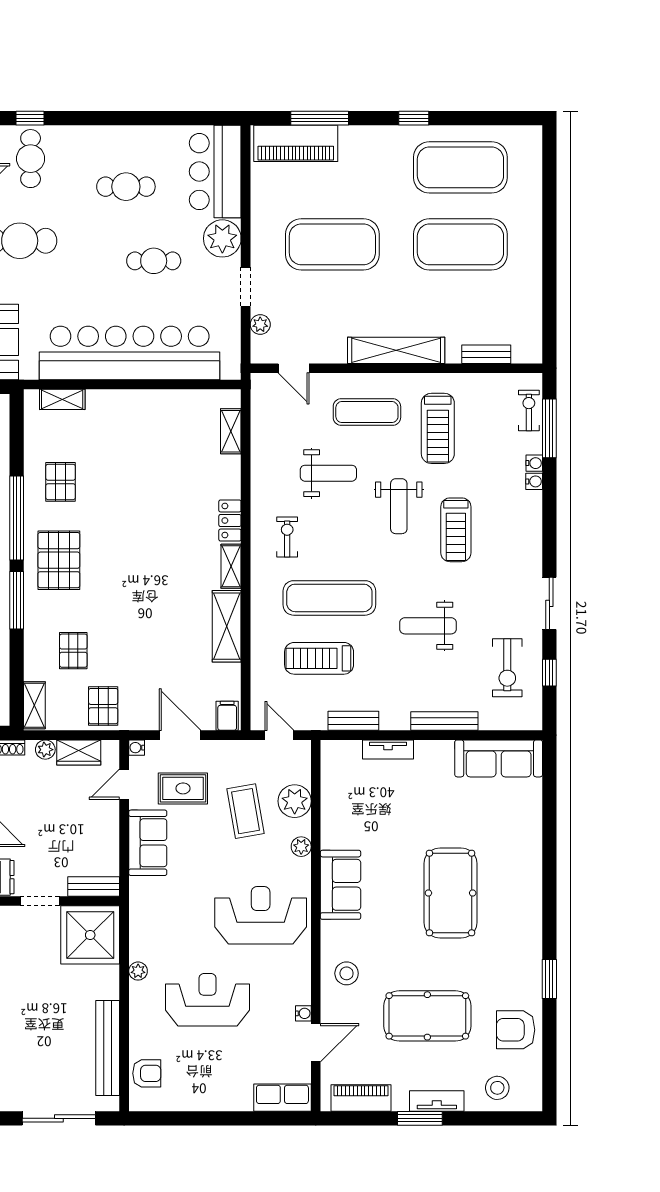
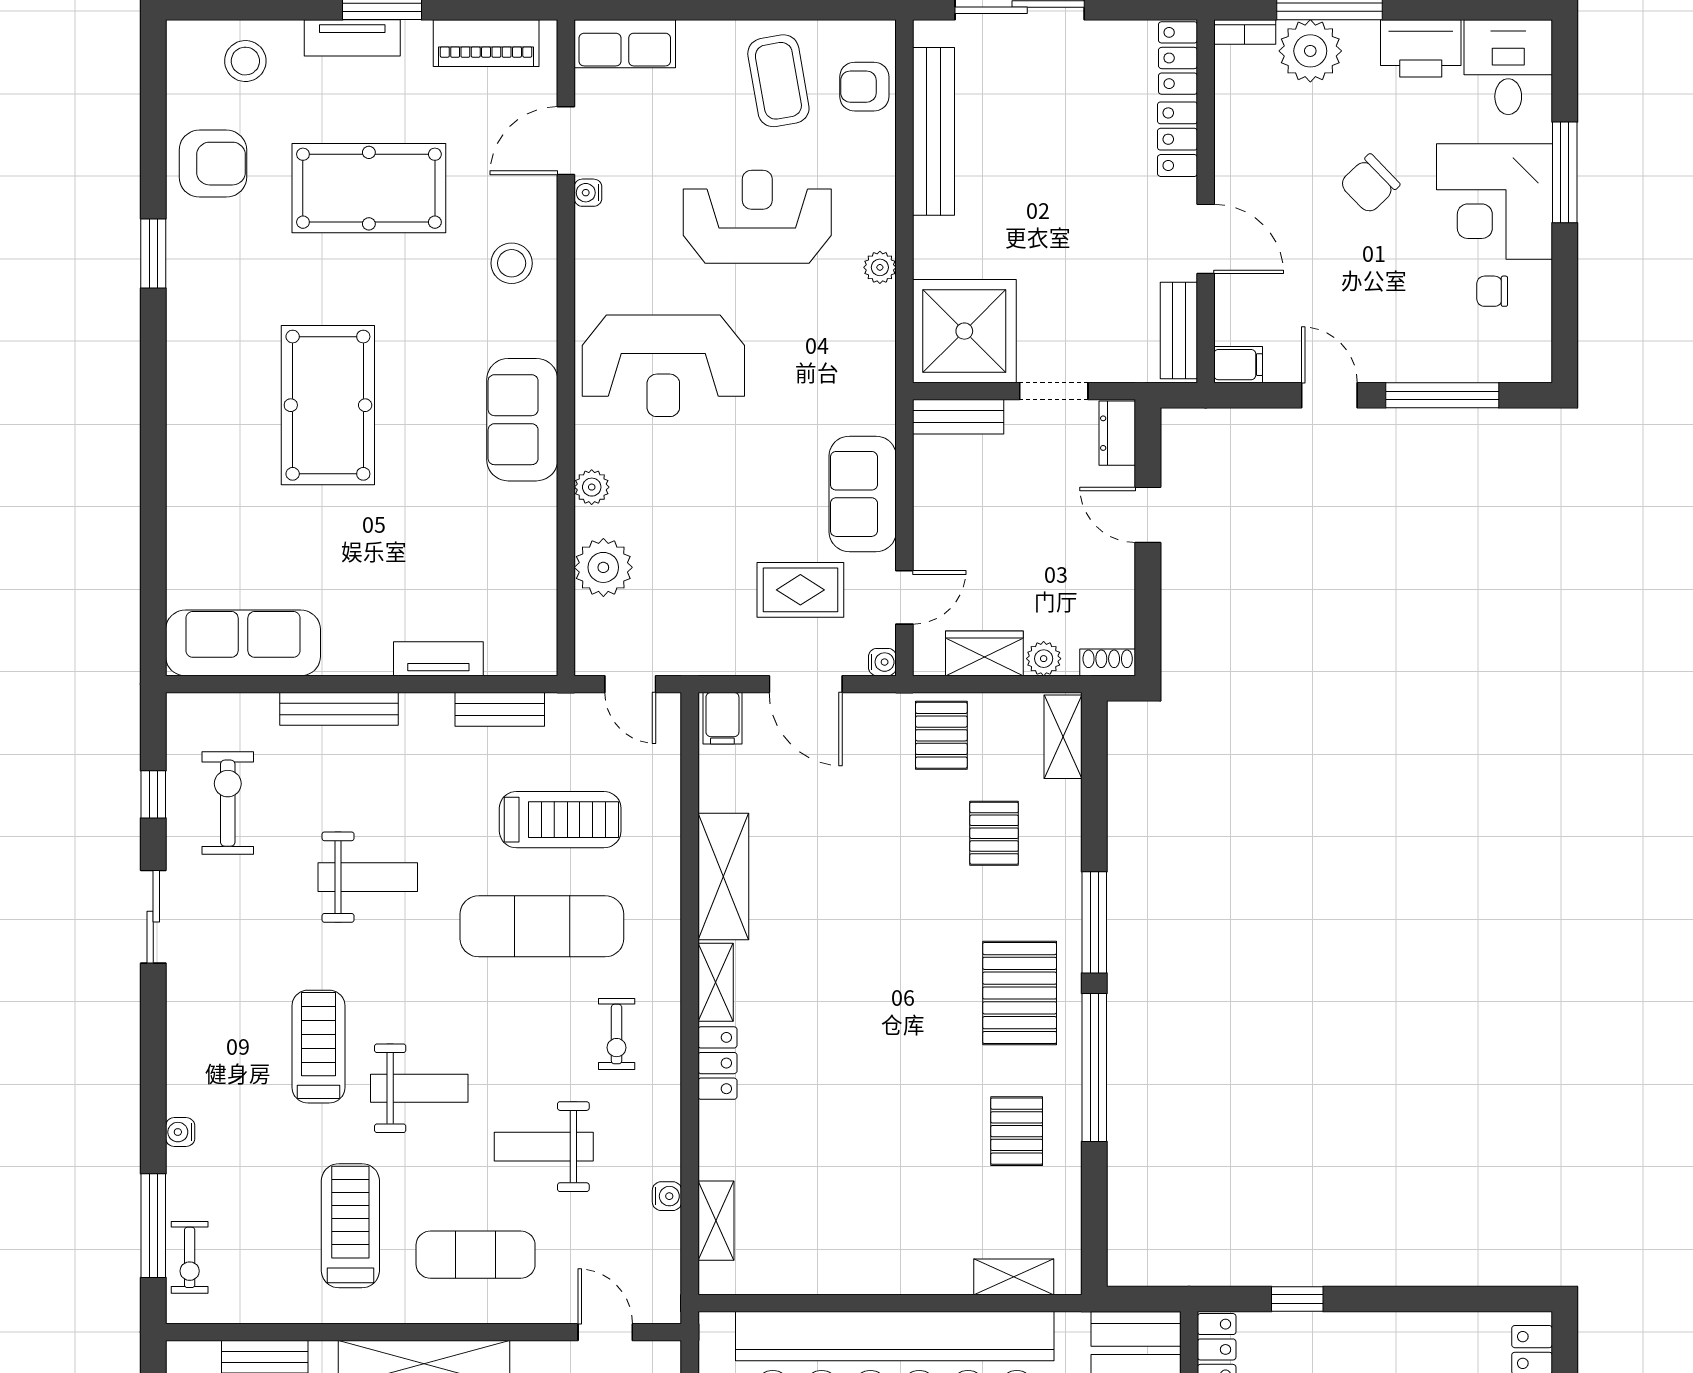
water cooler: (534, 463) -> (667, 1196), moved, turned 180
weight bench: (399, 506) -> (419, 1088), turned 90
coffee table: (245, 811) -> (778, 81), moved
reception desk: (207, 1000) -> (757, 217), turned 180

